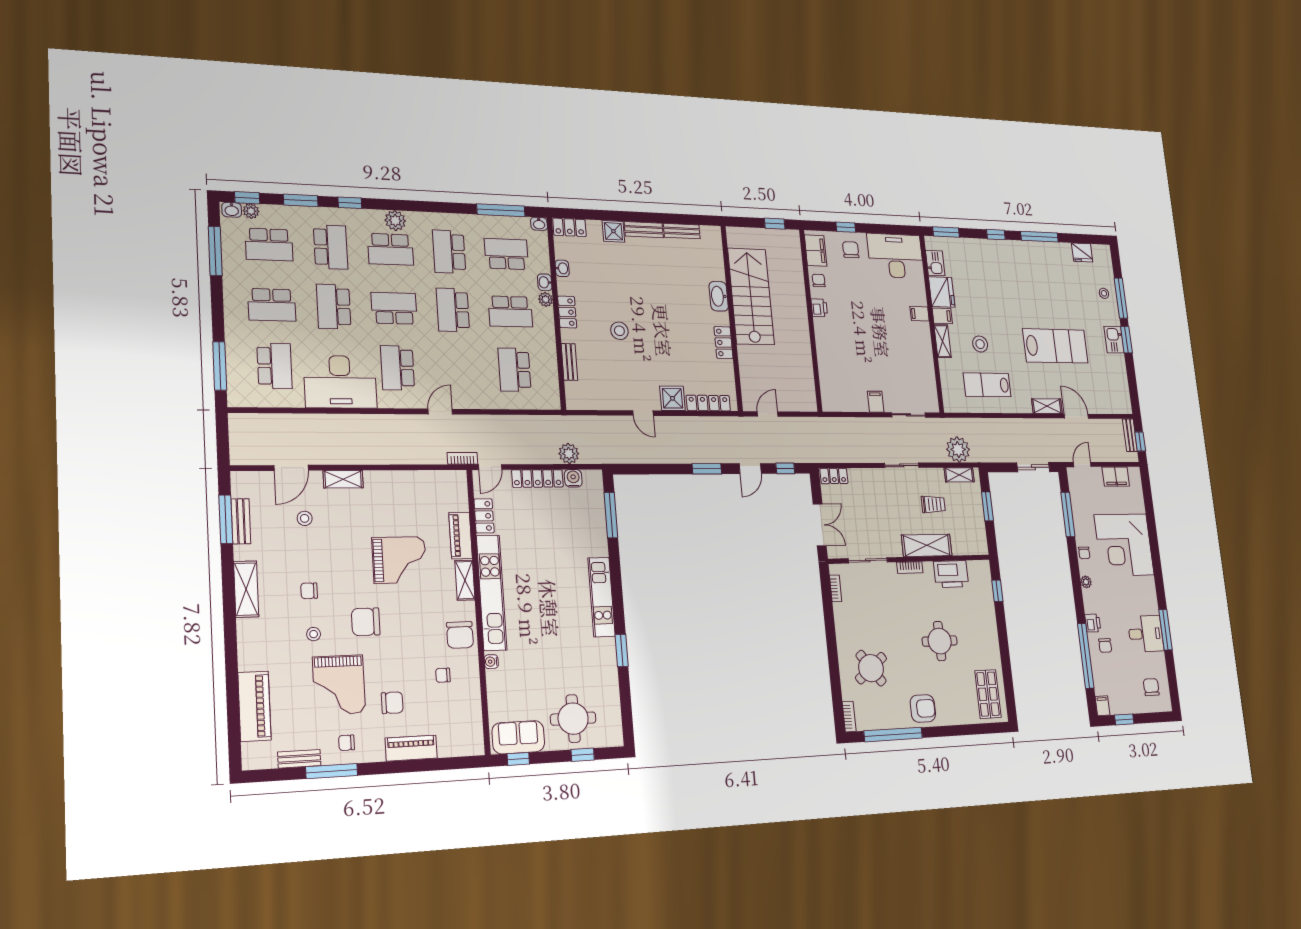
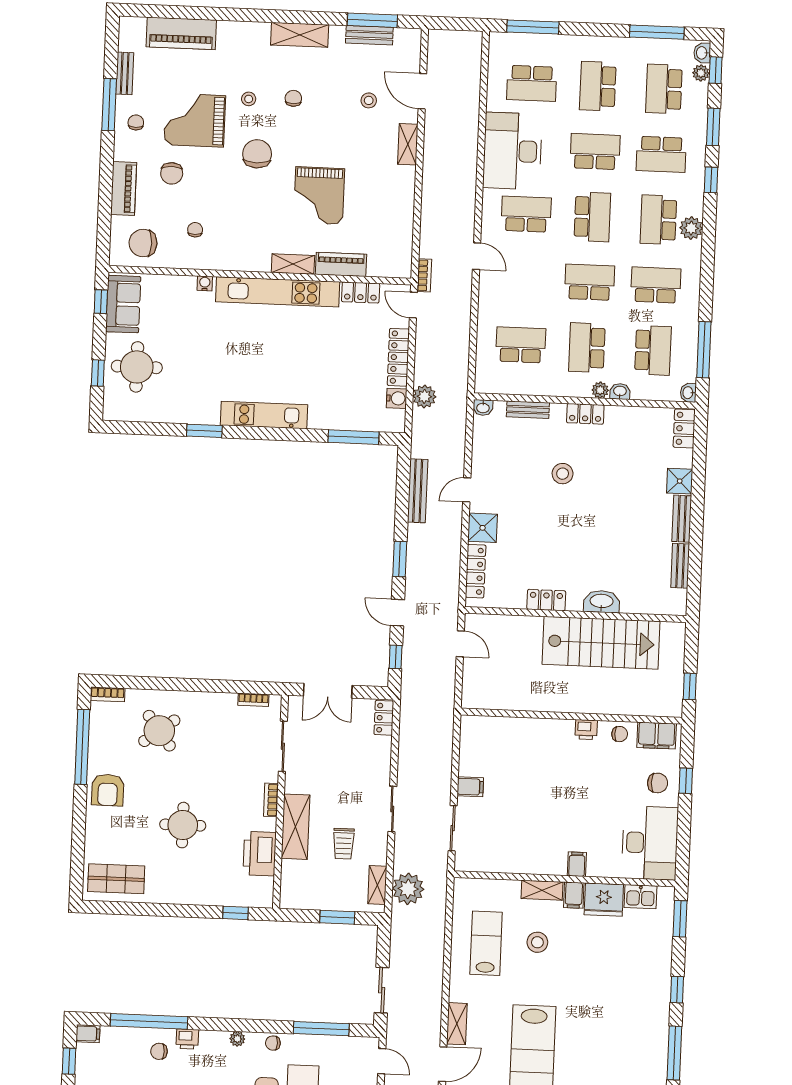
washbasin: (562, 268) -> (483, 408), moved
bench: (649, 456) -> (418, 491), added
chair: (460, 635) -> (143, 243), moved

